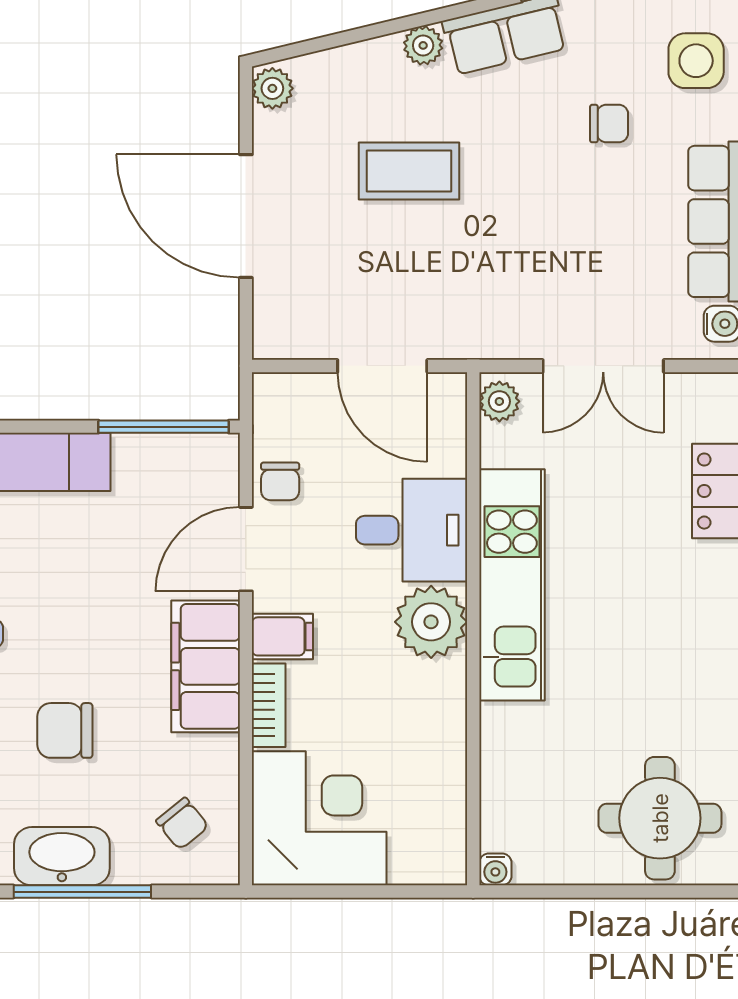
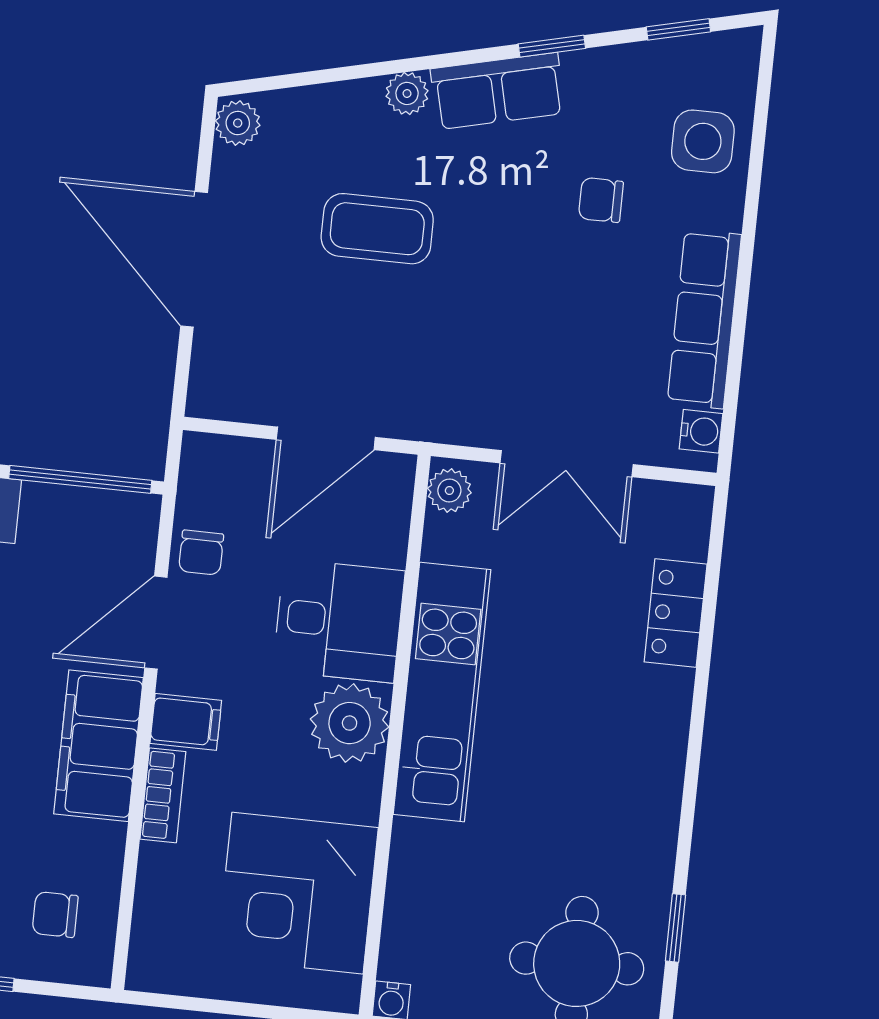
chair: (609, 124) -> (601, 200), turned 180
door: (382, 366) -> (326, 438), hinge flipped
corner desk: (319, 818) -> (297, 893), moved, turned 180
chair: (182, 824) -> (55, 915), turned 129

